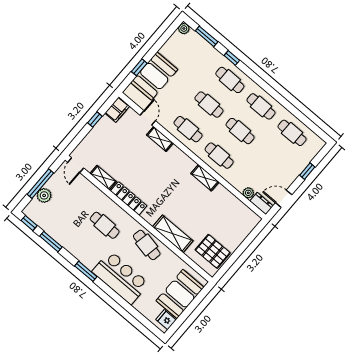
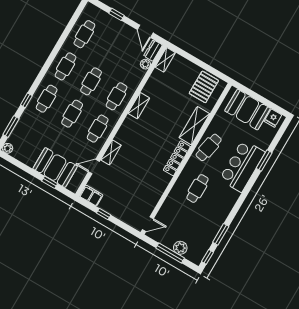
shelving: (103, 178) -> (165, 60), moved
locker: (129, 198) -> (177, 158), moved
window: (86, 271) -> (264, 160), moved

